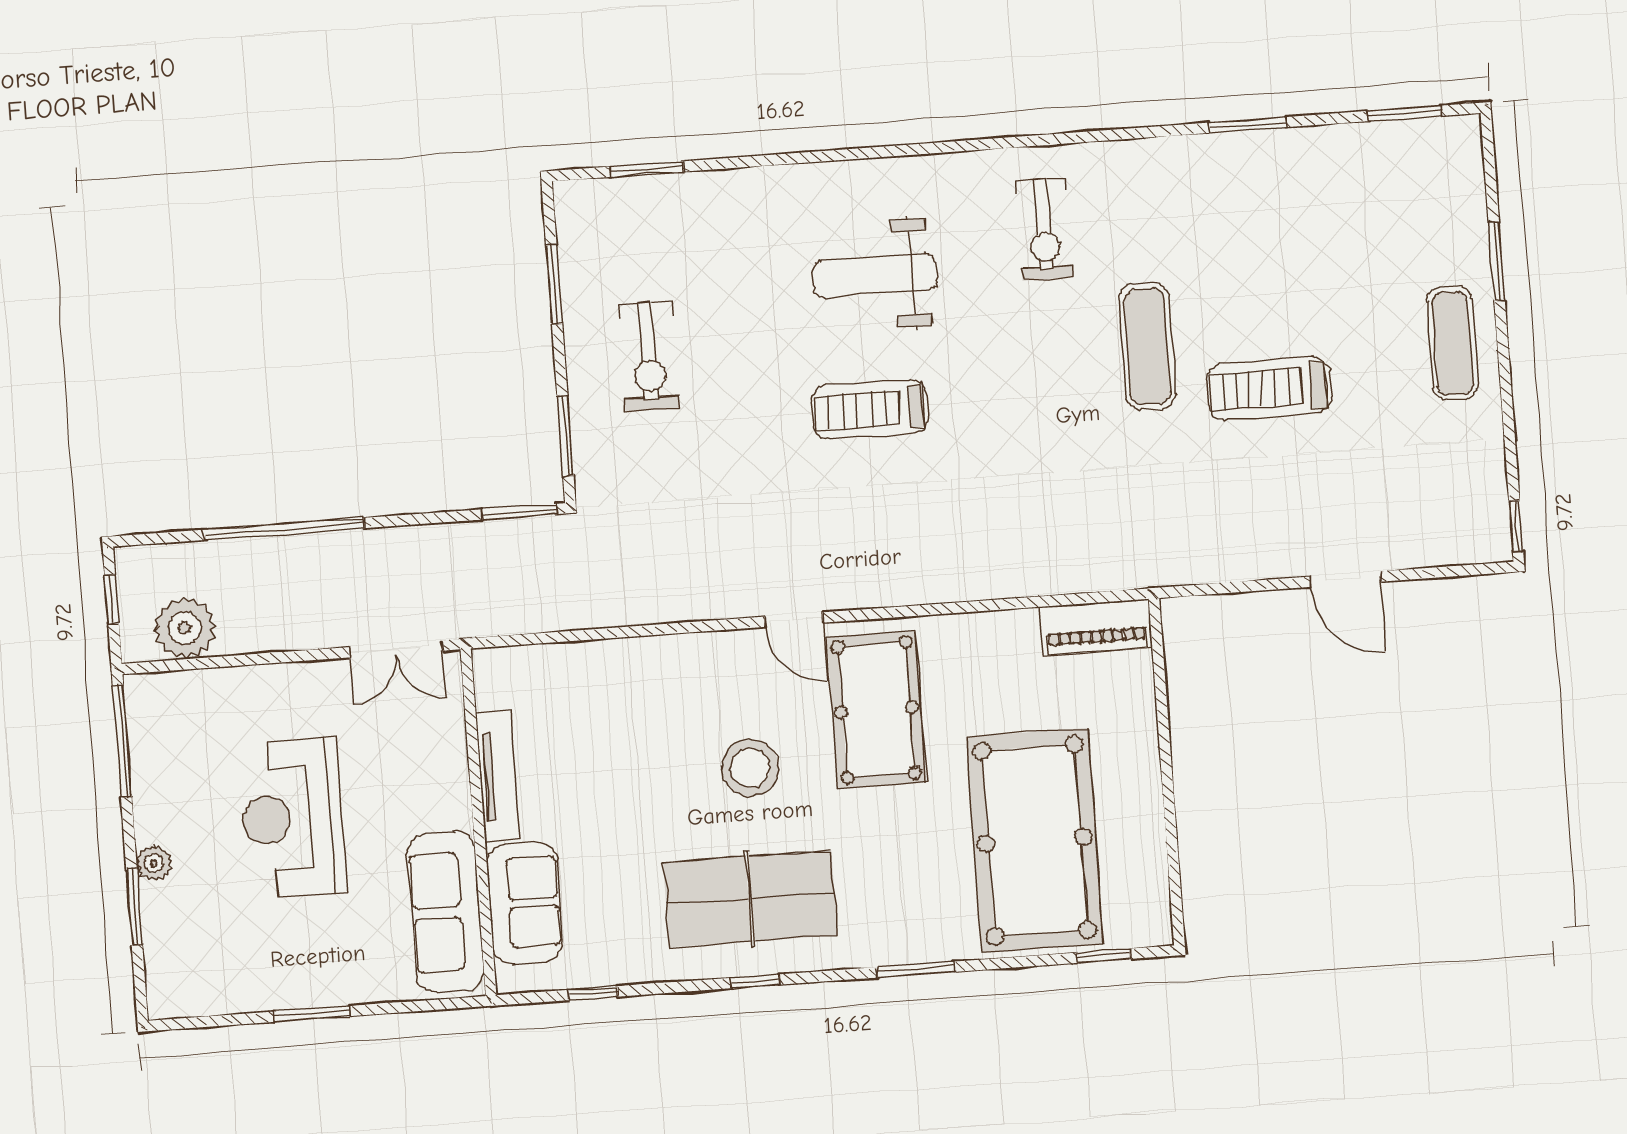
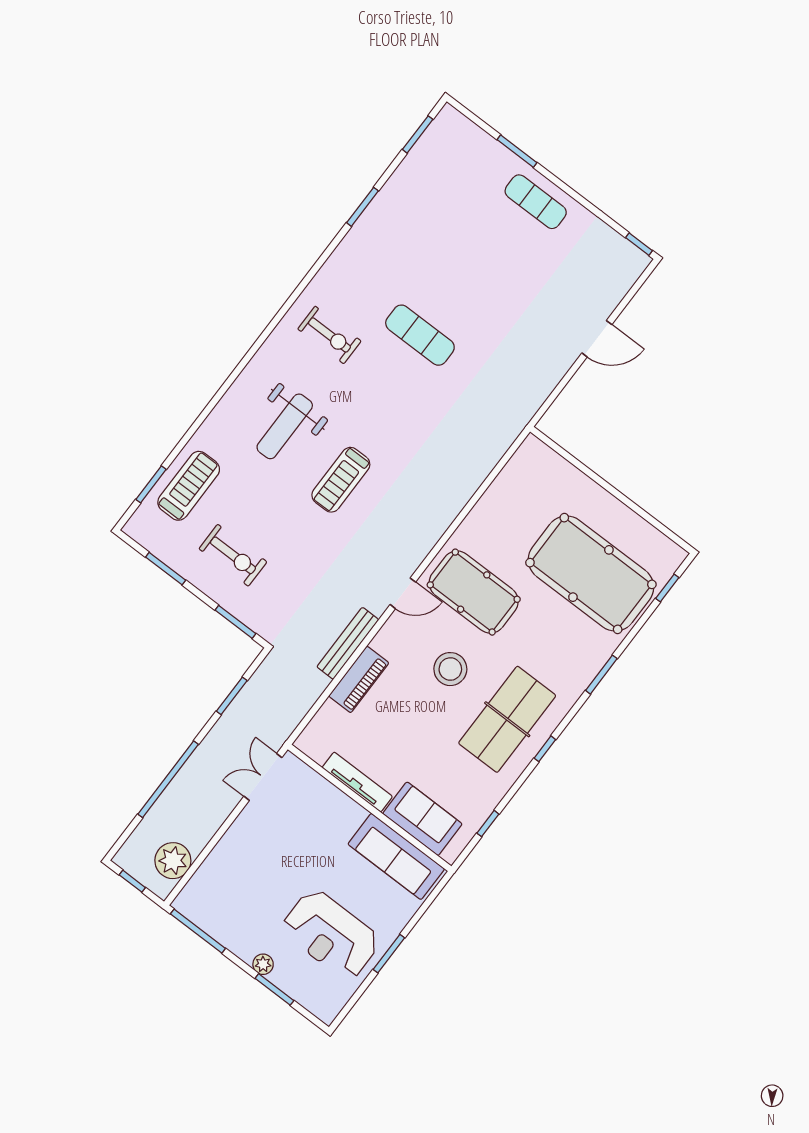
treadmill: (1269, 389) -> (189, 486), moved, turned 180
window: (519, 512) -> (232, 696), moved
bench: (666, 606) -> (348, 643), added
piano: (1096, 627) -> (359, 679), moved
double door: (396, 649) -> (263, 777), swing flipped
reception desk: (292, 818) -> (331, 935), moved

